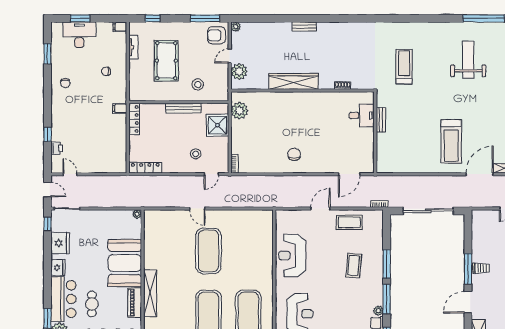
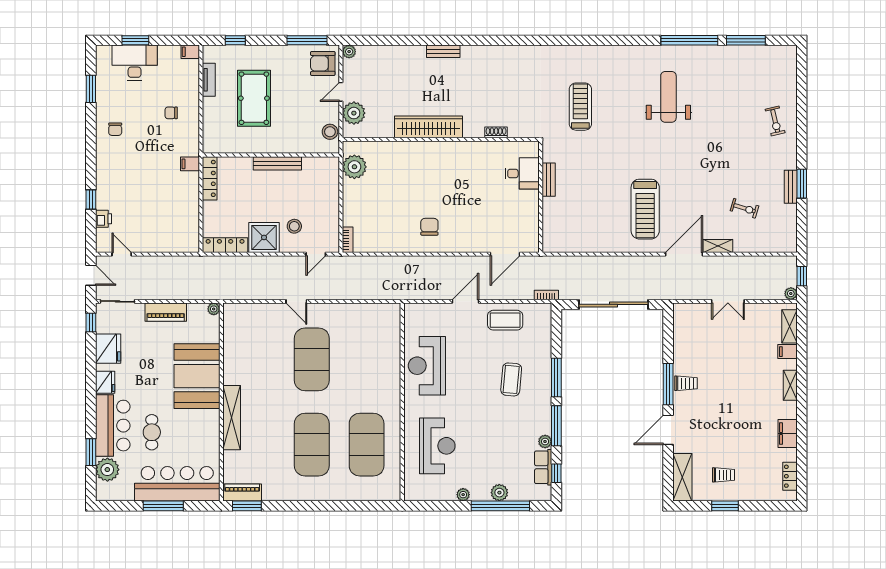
stool: (198, 84) -> (330, 132), moved
shower: (217, 125) -> (264, 237), moved
piano: (135, 303) -> (166, 312), moved, turned -90

